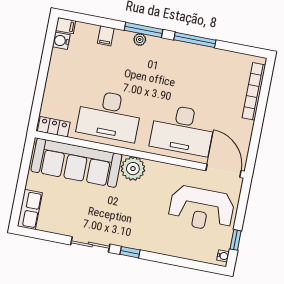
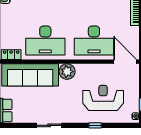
reception desk: (201, 209) -> (103, 98), moved, turned 180
window: (130, 252) -> (95, 125), moved

